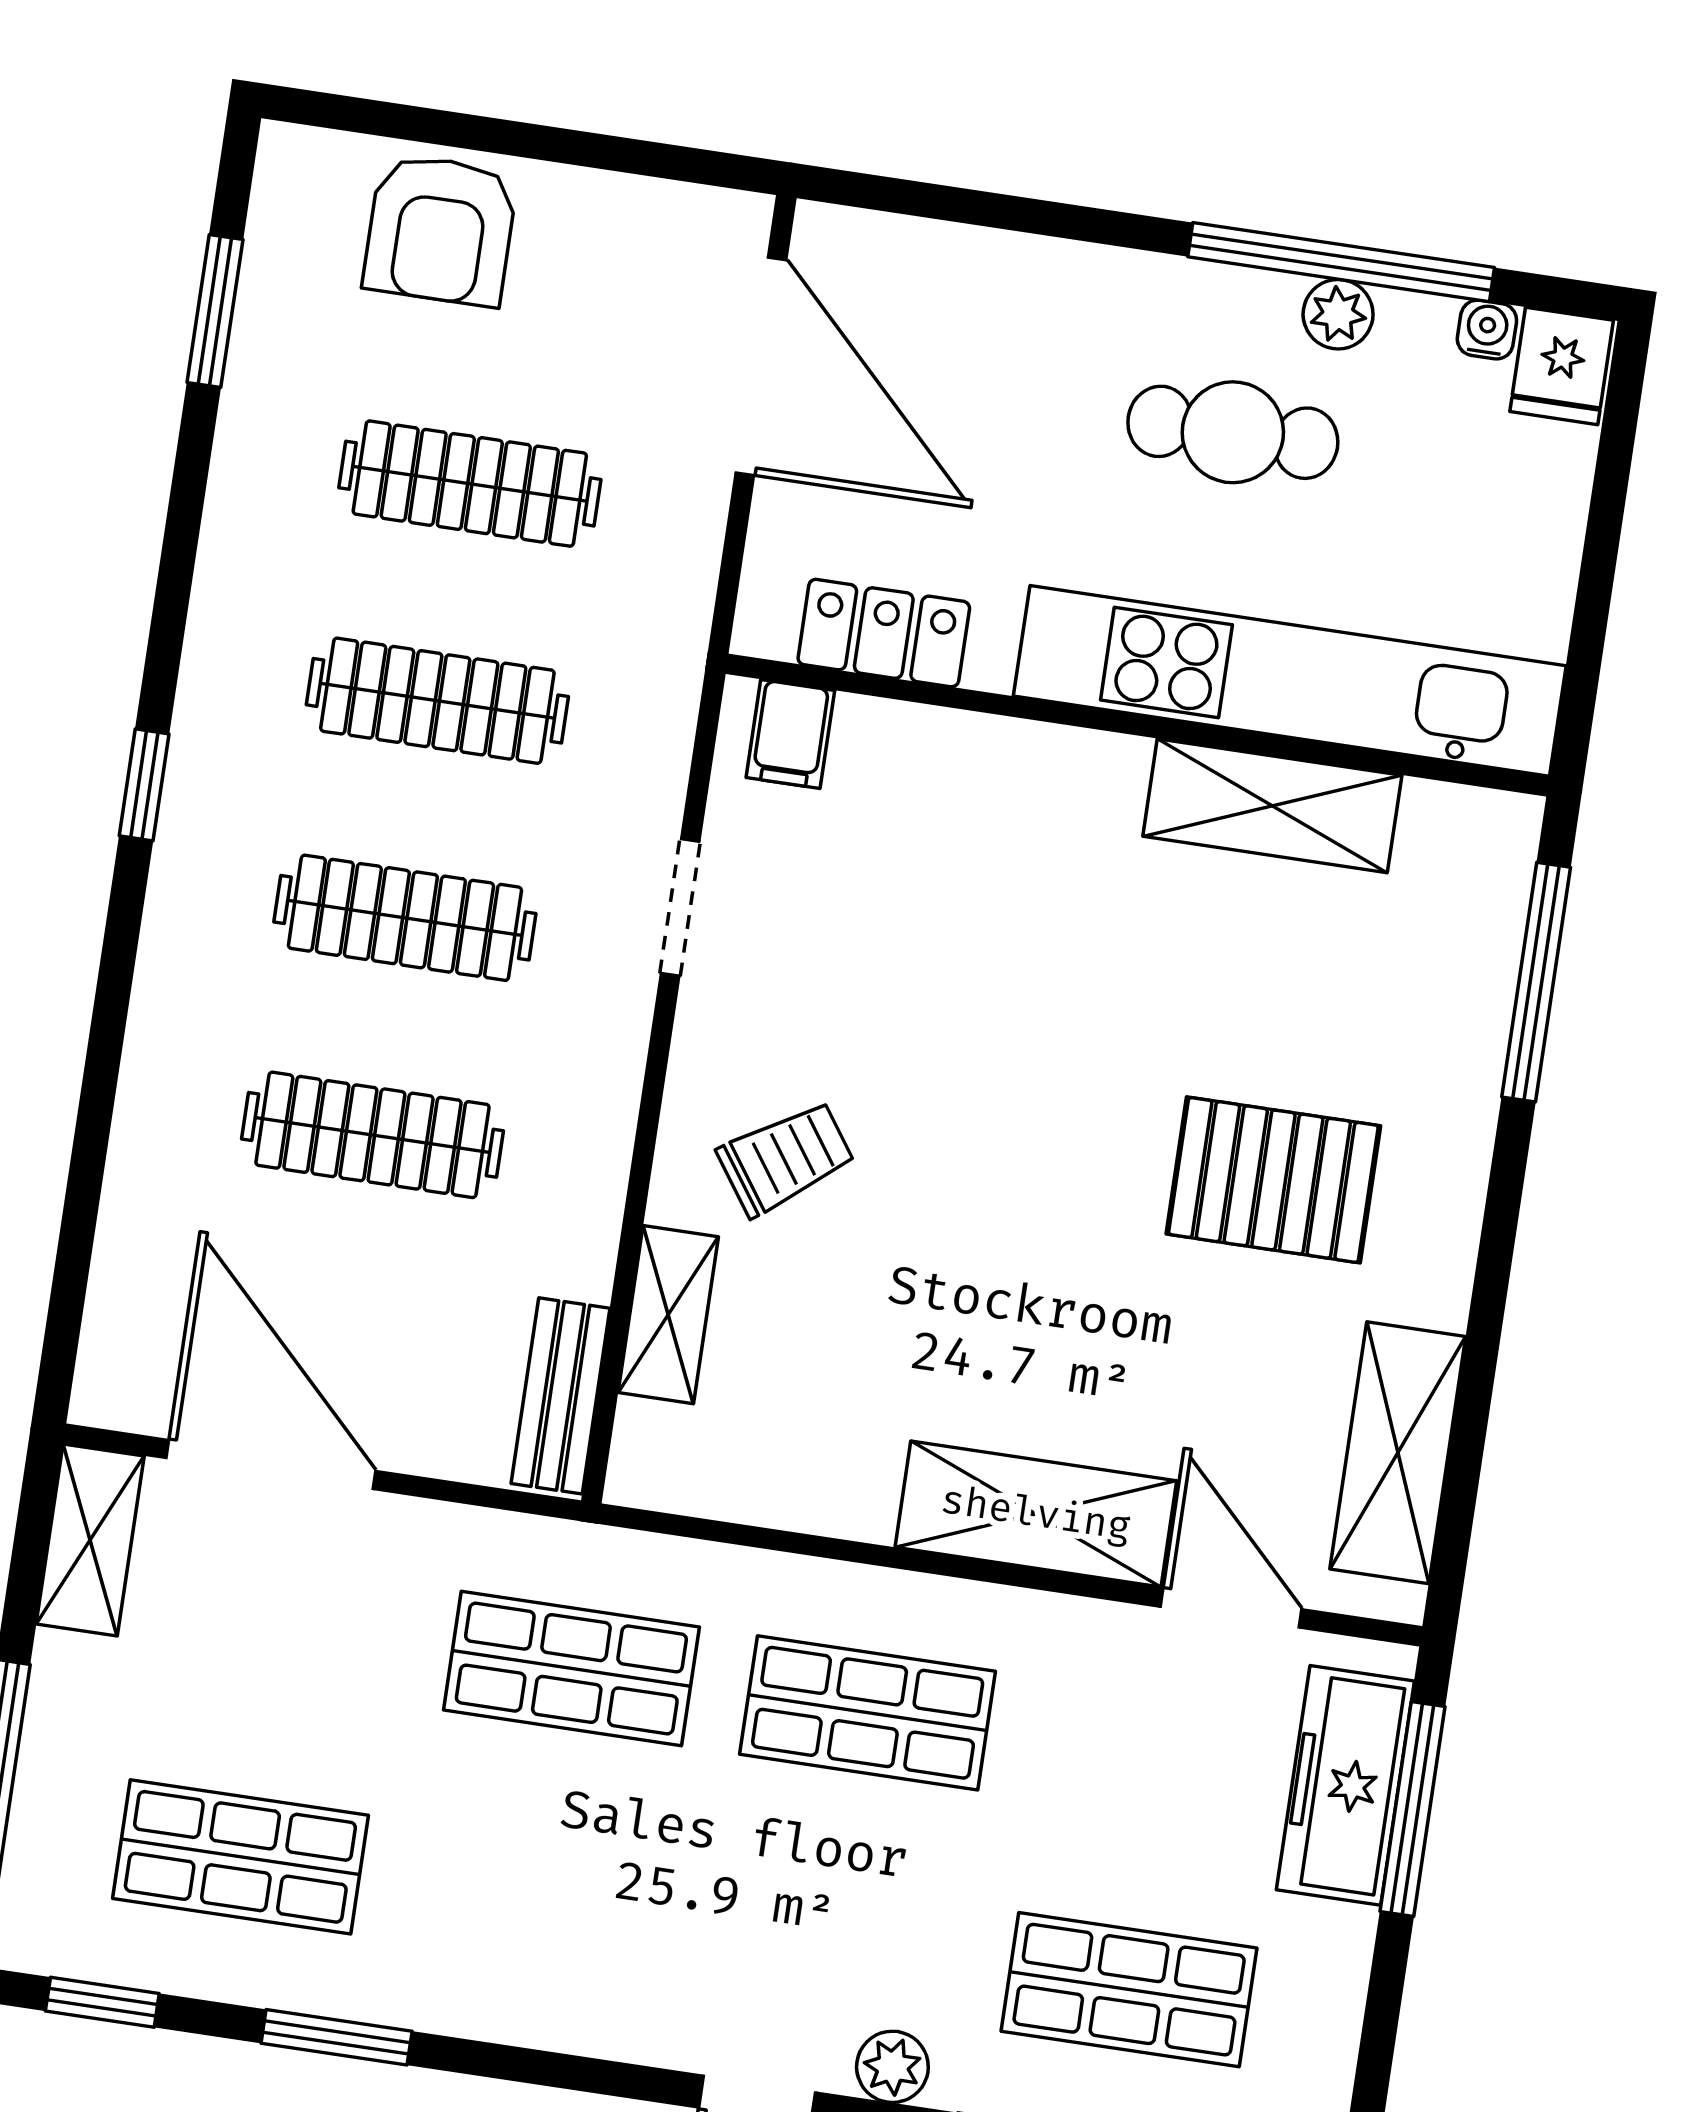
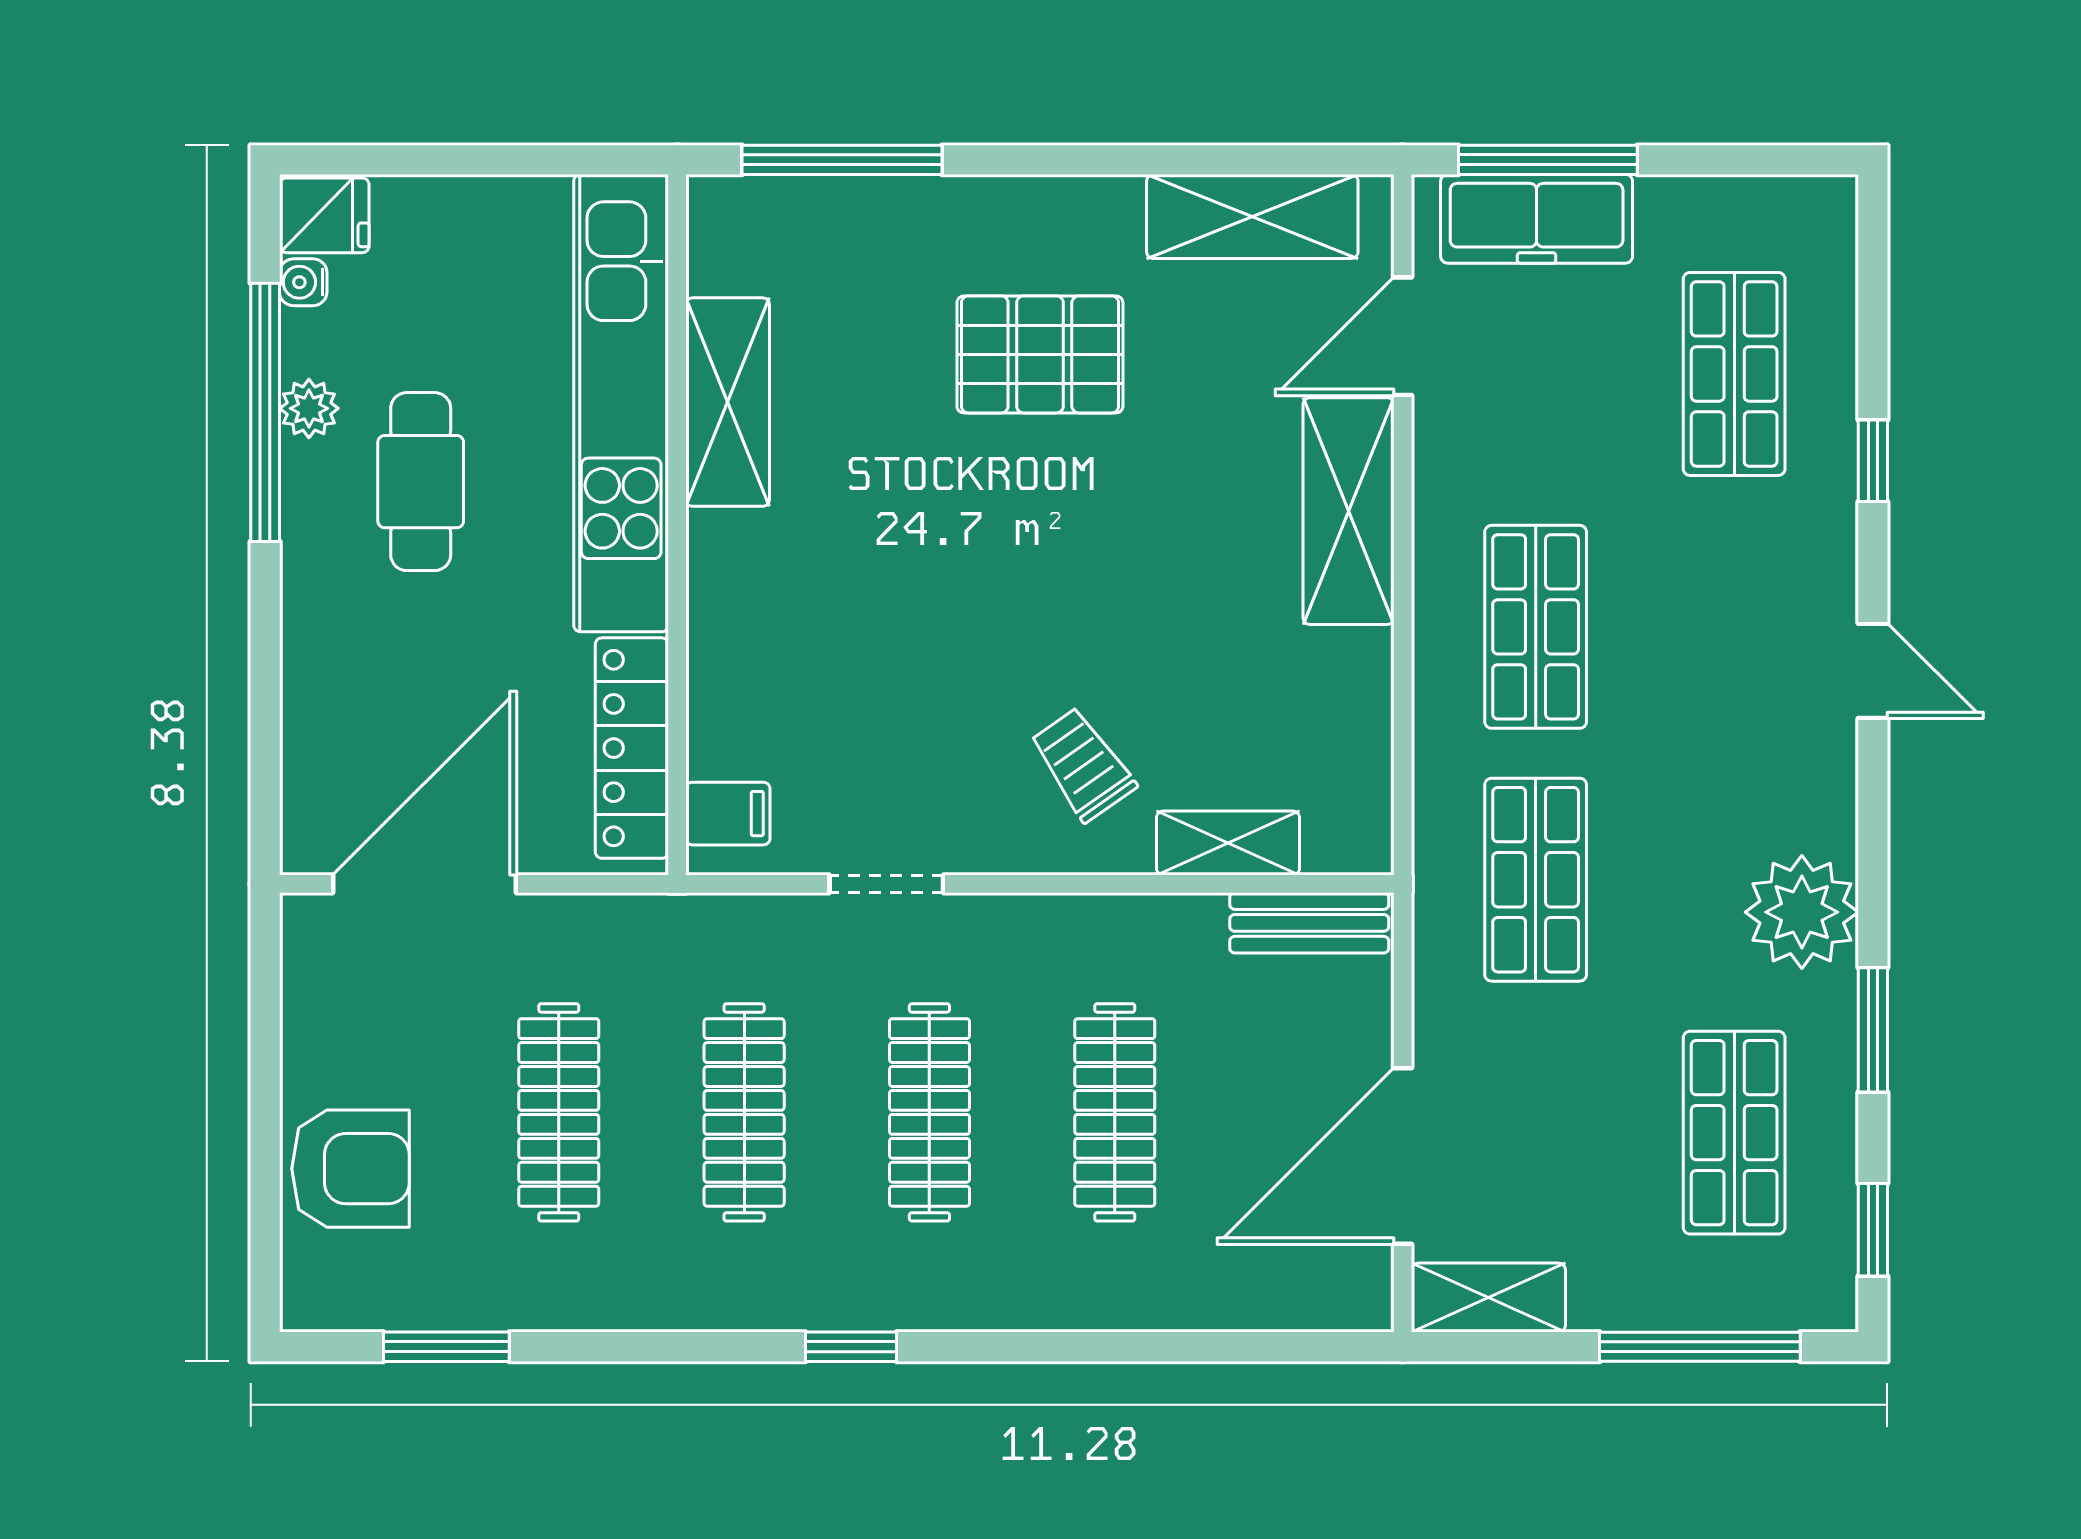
locker: (884, 633) -> (632, 748), width x1.53
pallet: (1273, 1180) -> (1040, 354), turned 90
plant: (892, 2067) -> (1802, 912), moved, width x1.88, depth x1.88

